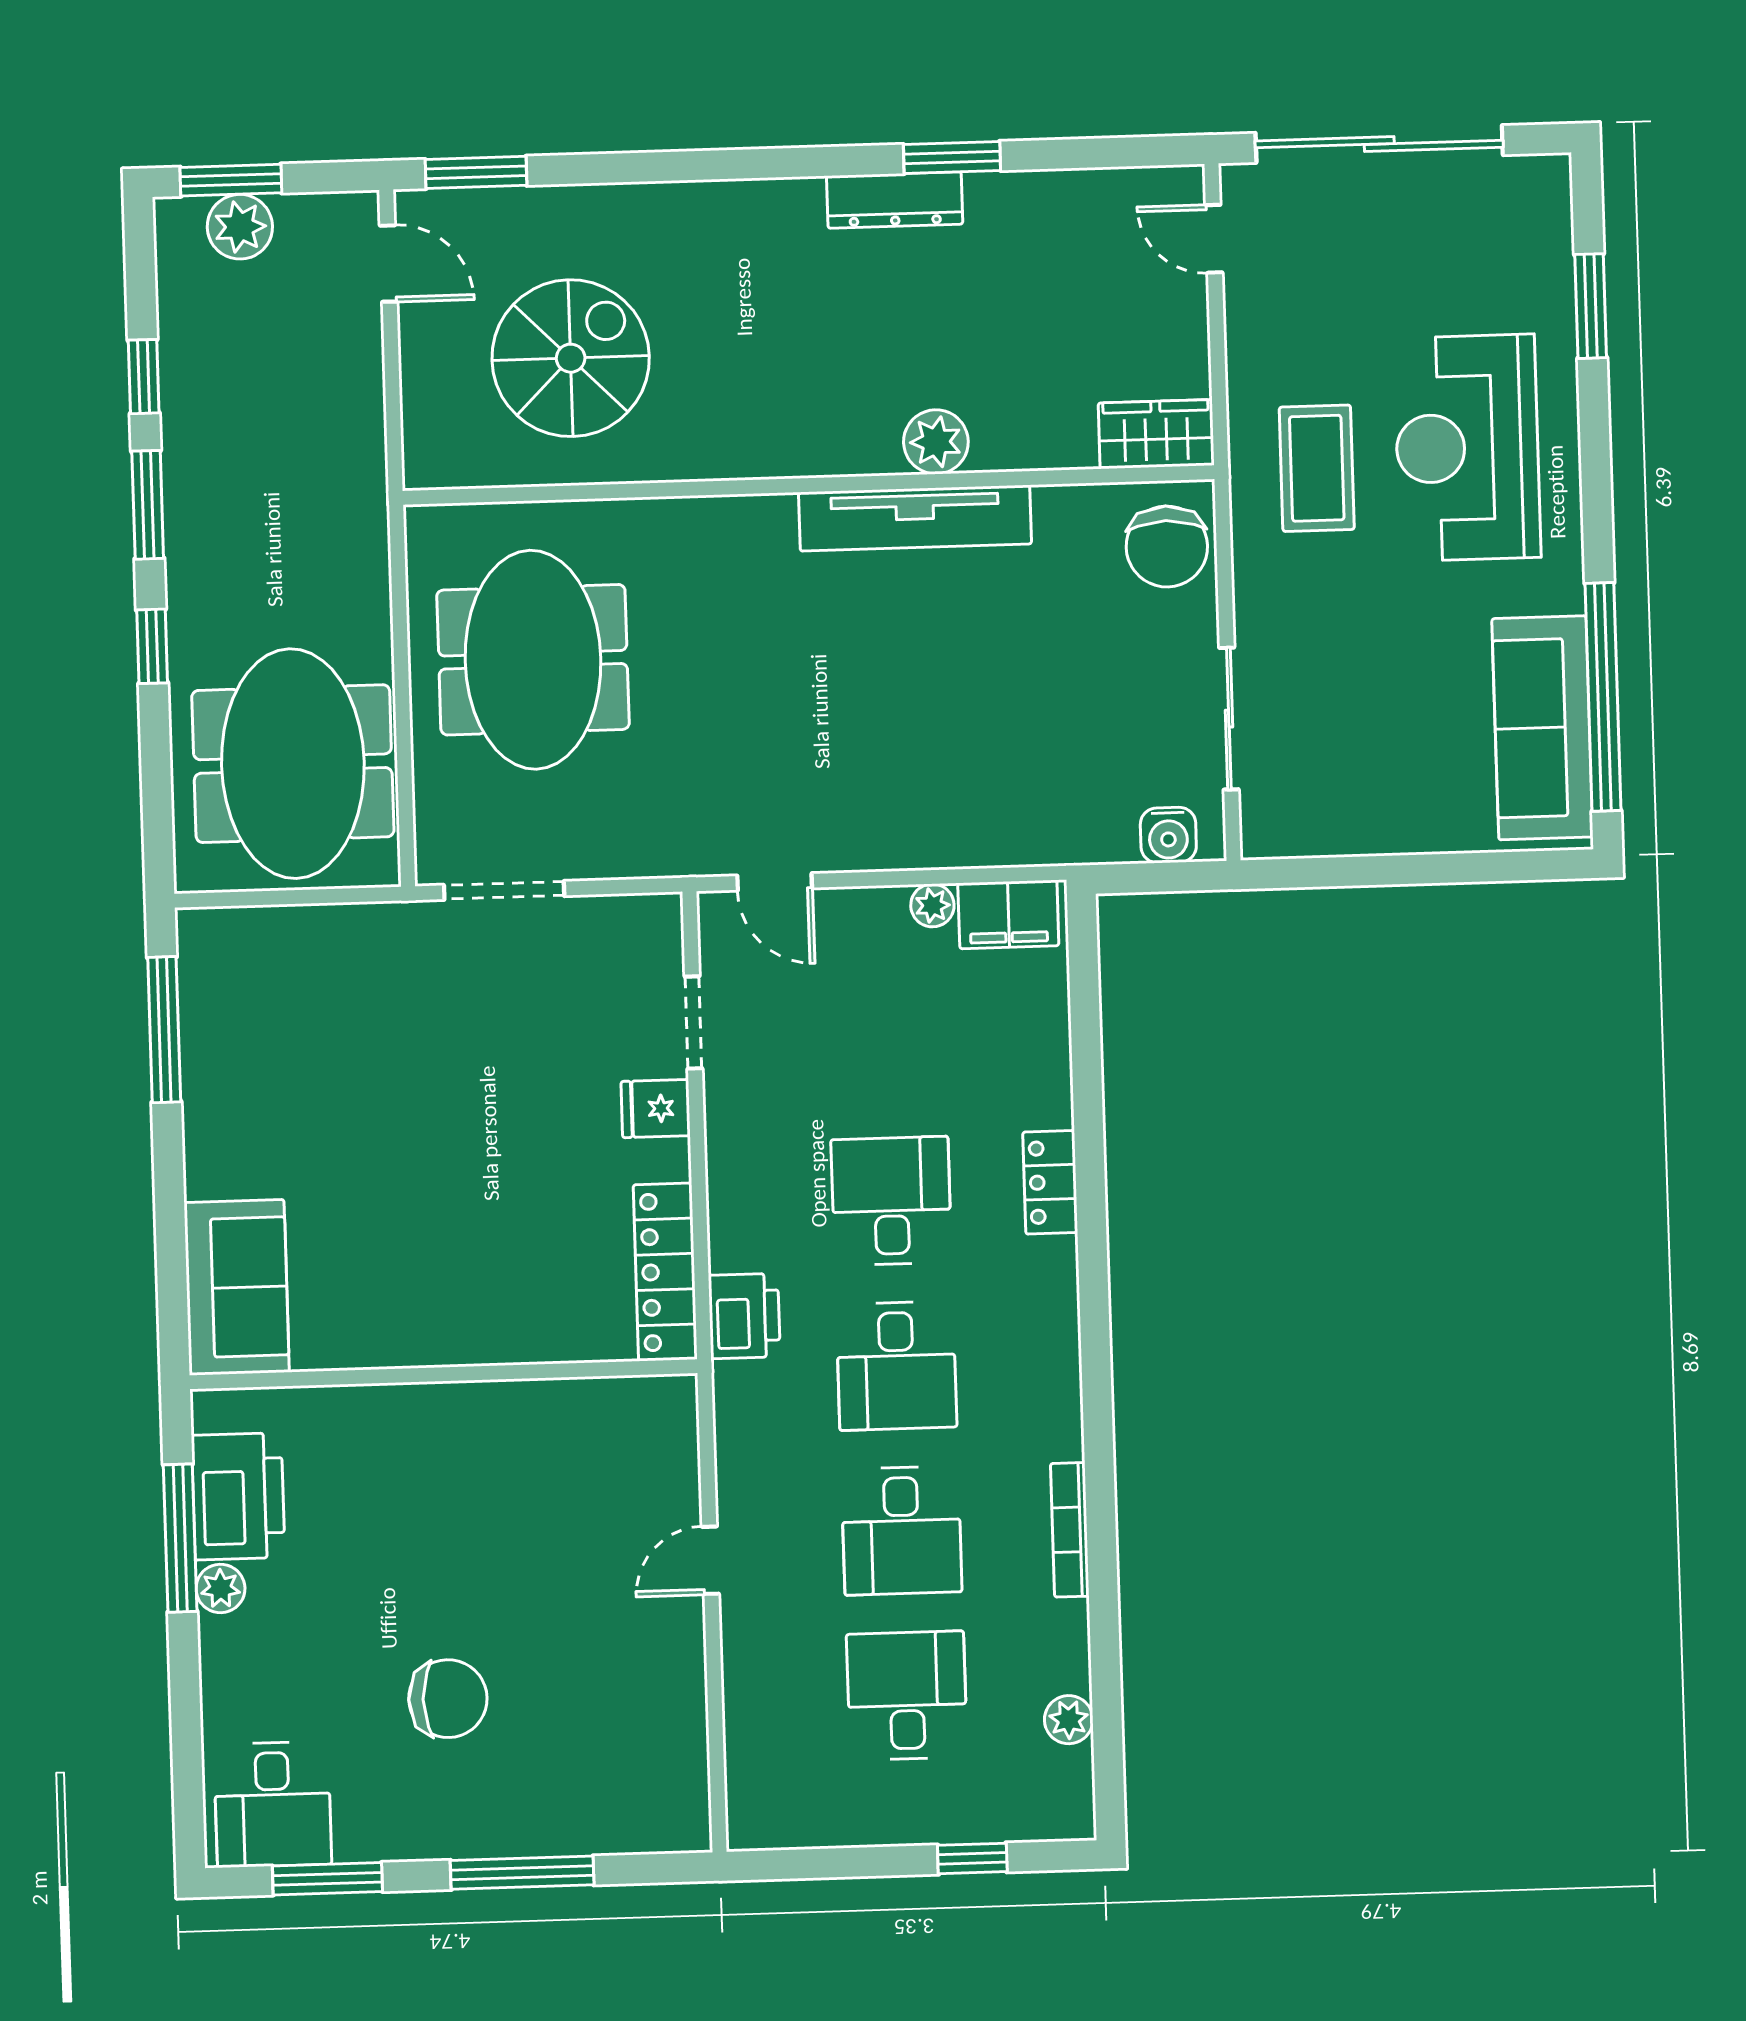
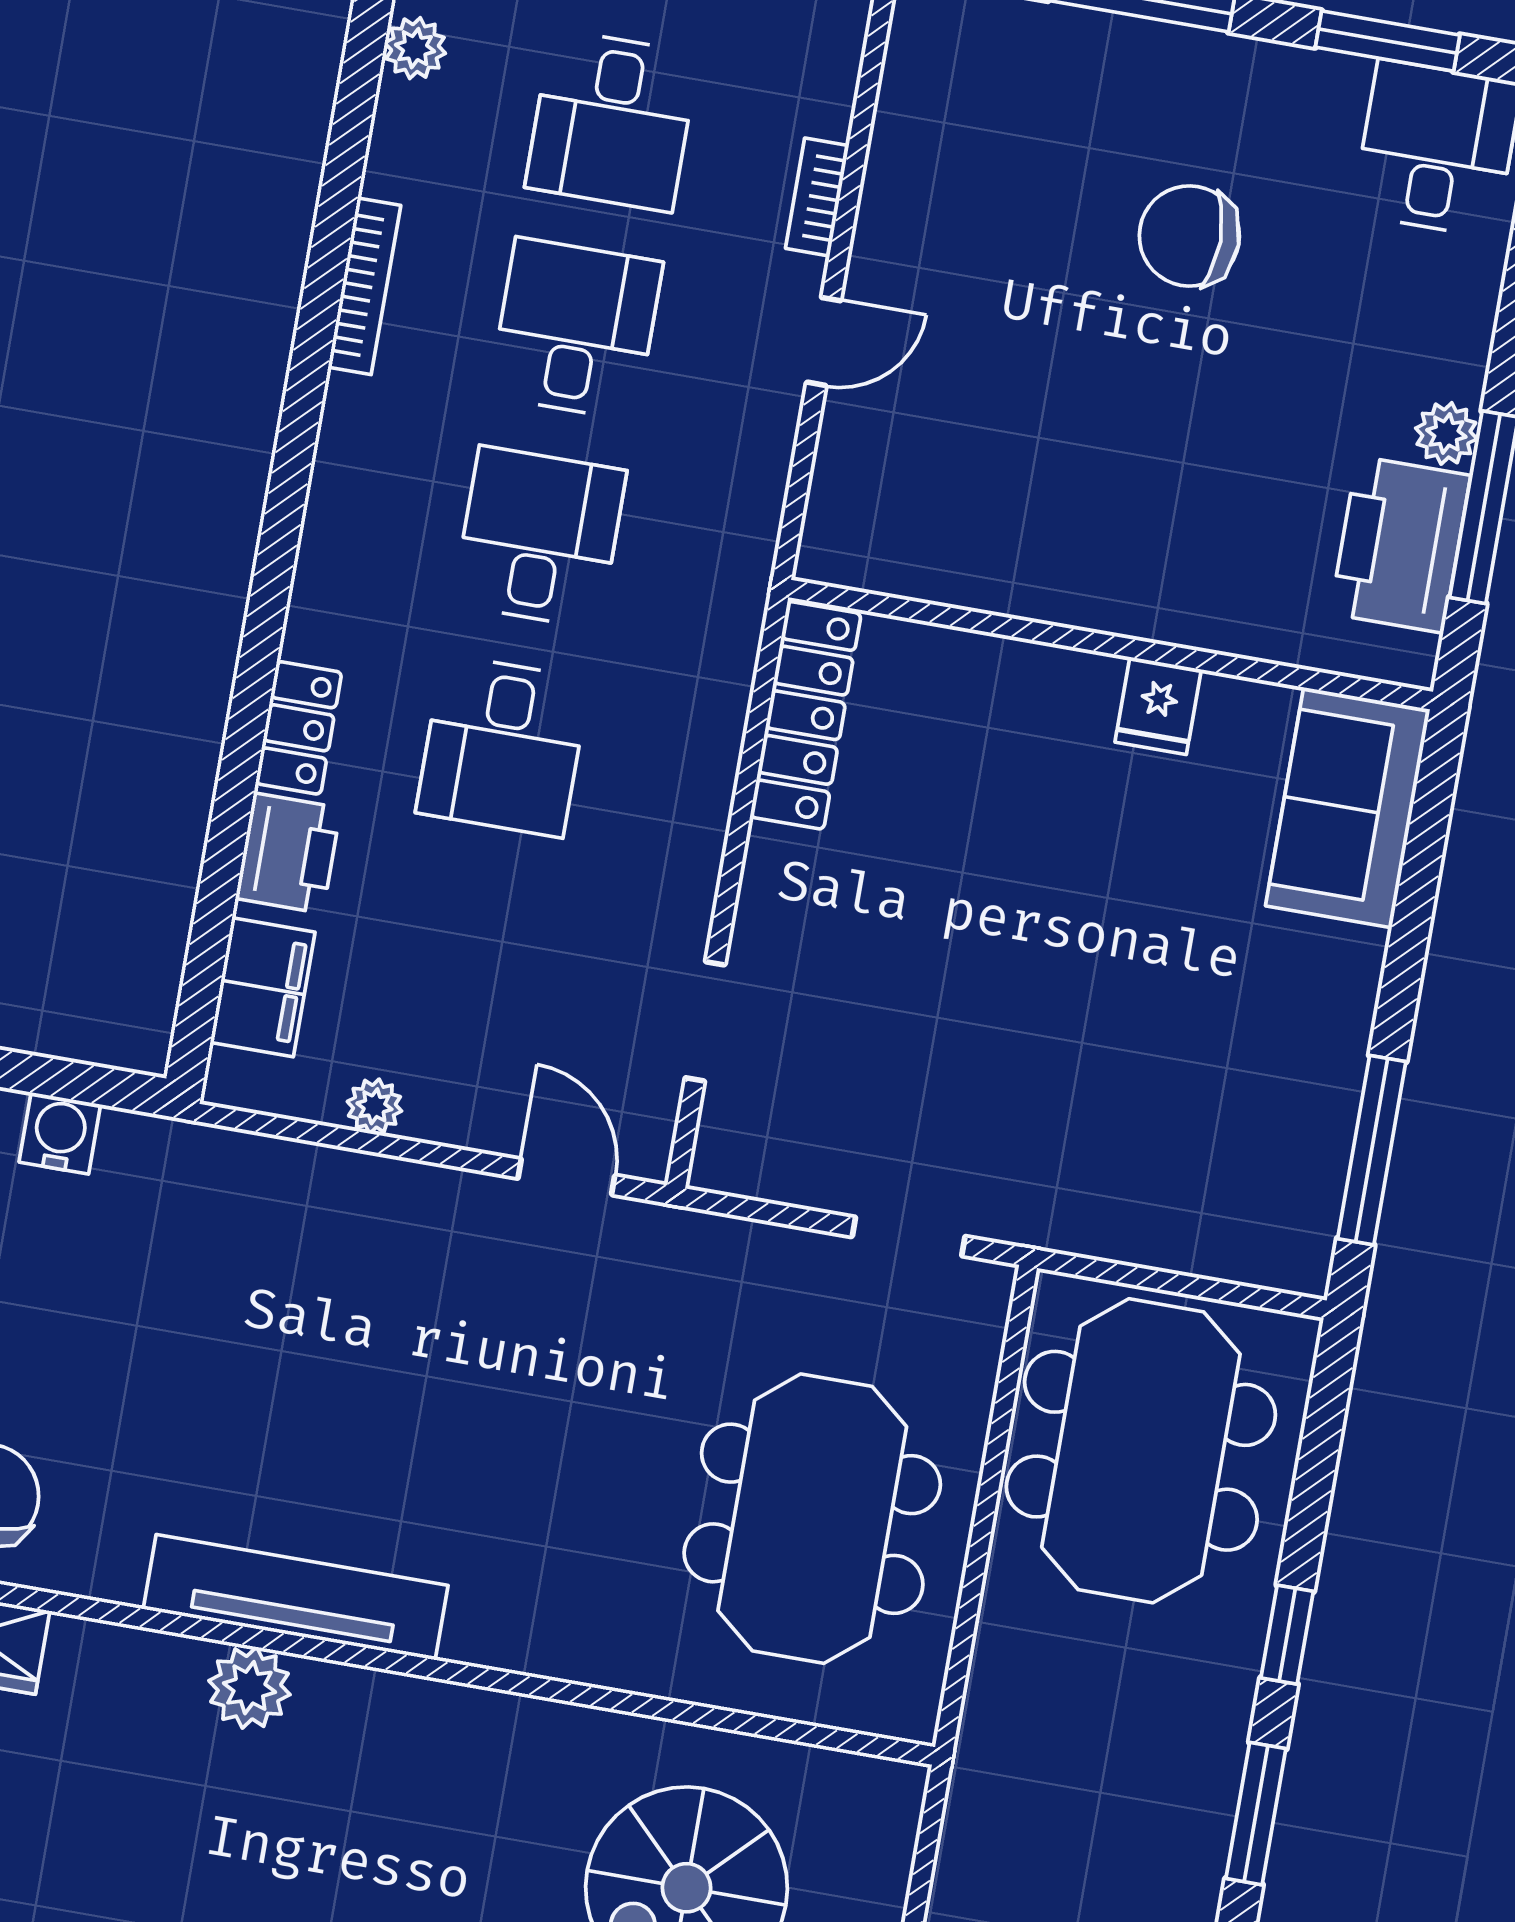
doorway: (504, 890) -> (909, 1237), width x0.73
filing cabinet: (1008, 914) -> (263, 987), moved, turned 90
fridge: (656, 1109) -> (1158, 706), moved, turned 90
printer: (744, 1316) -> (288, 853), moved, turned 180
bookcase: (738, 1670) -> (817, 197), added

